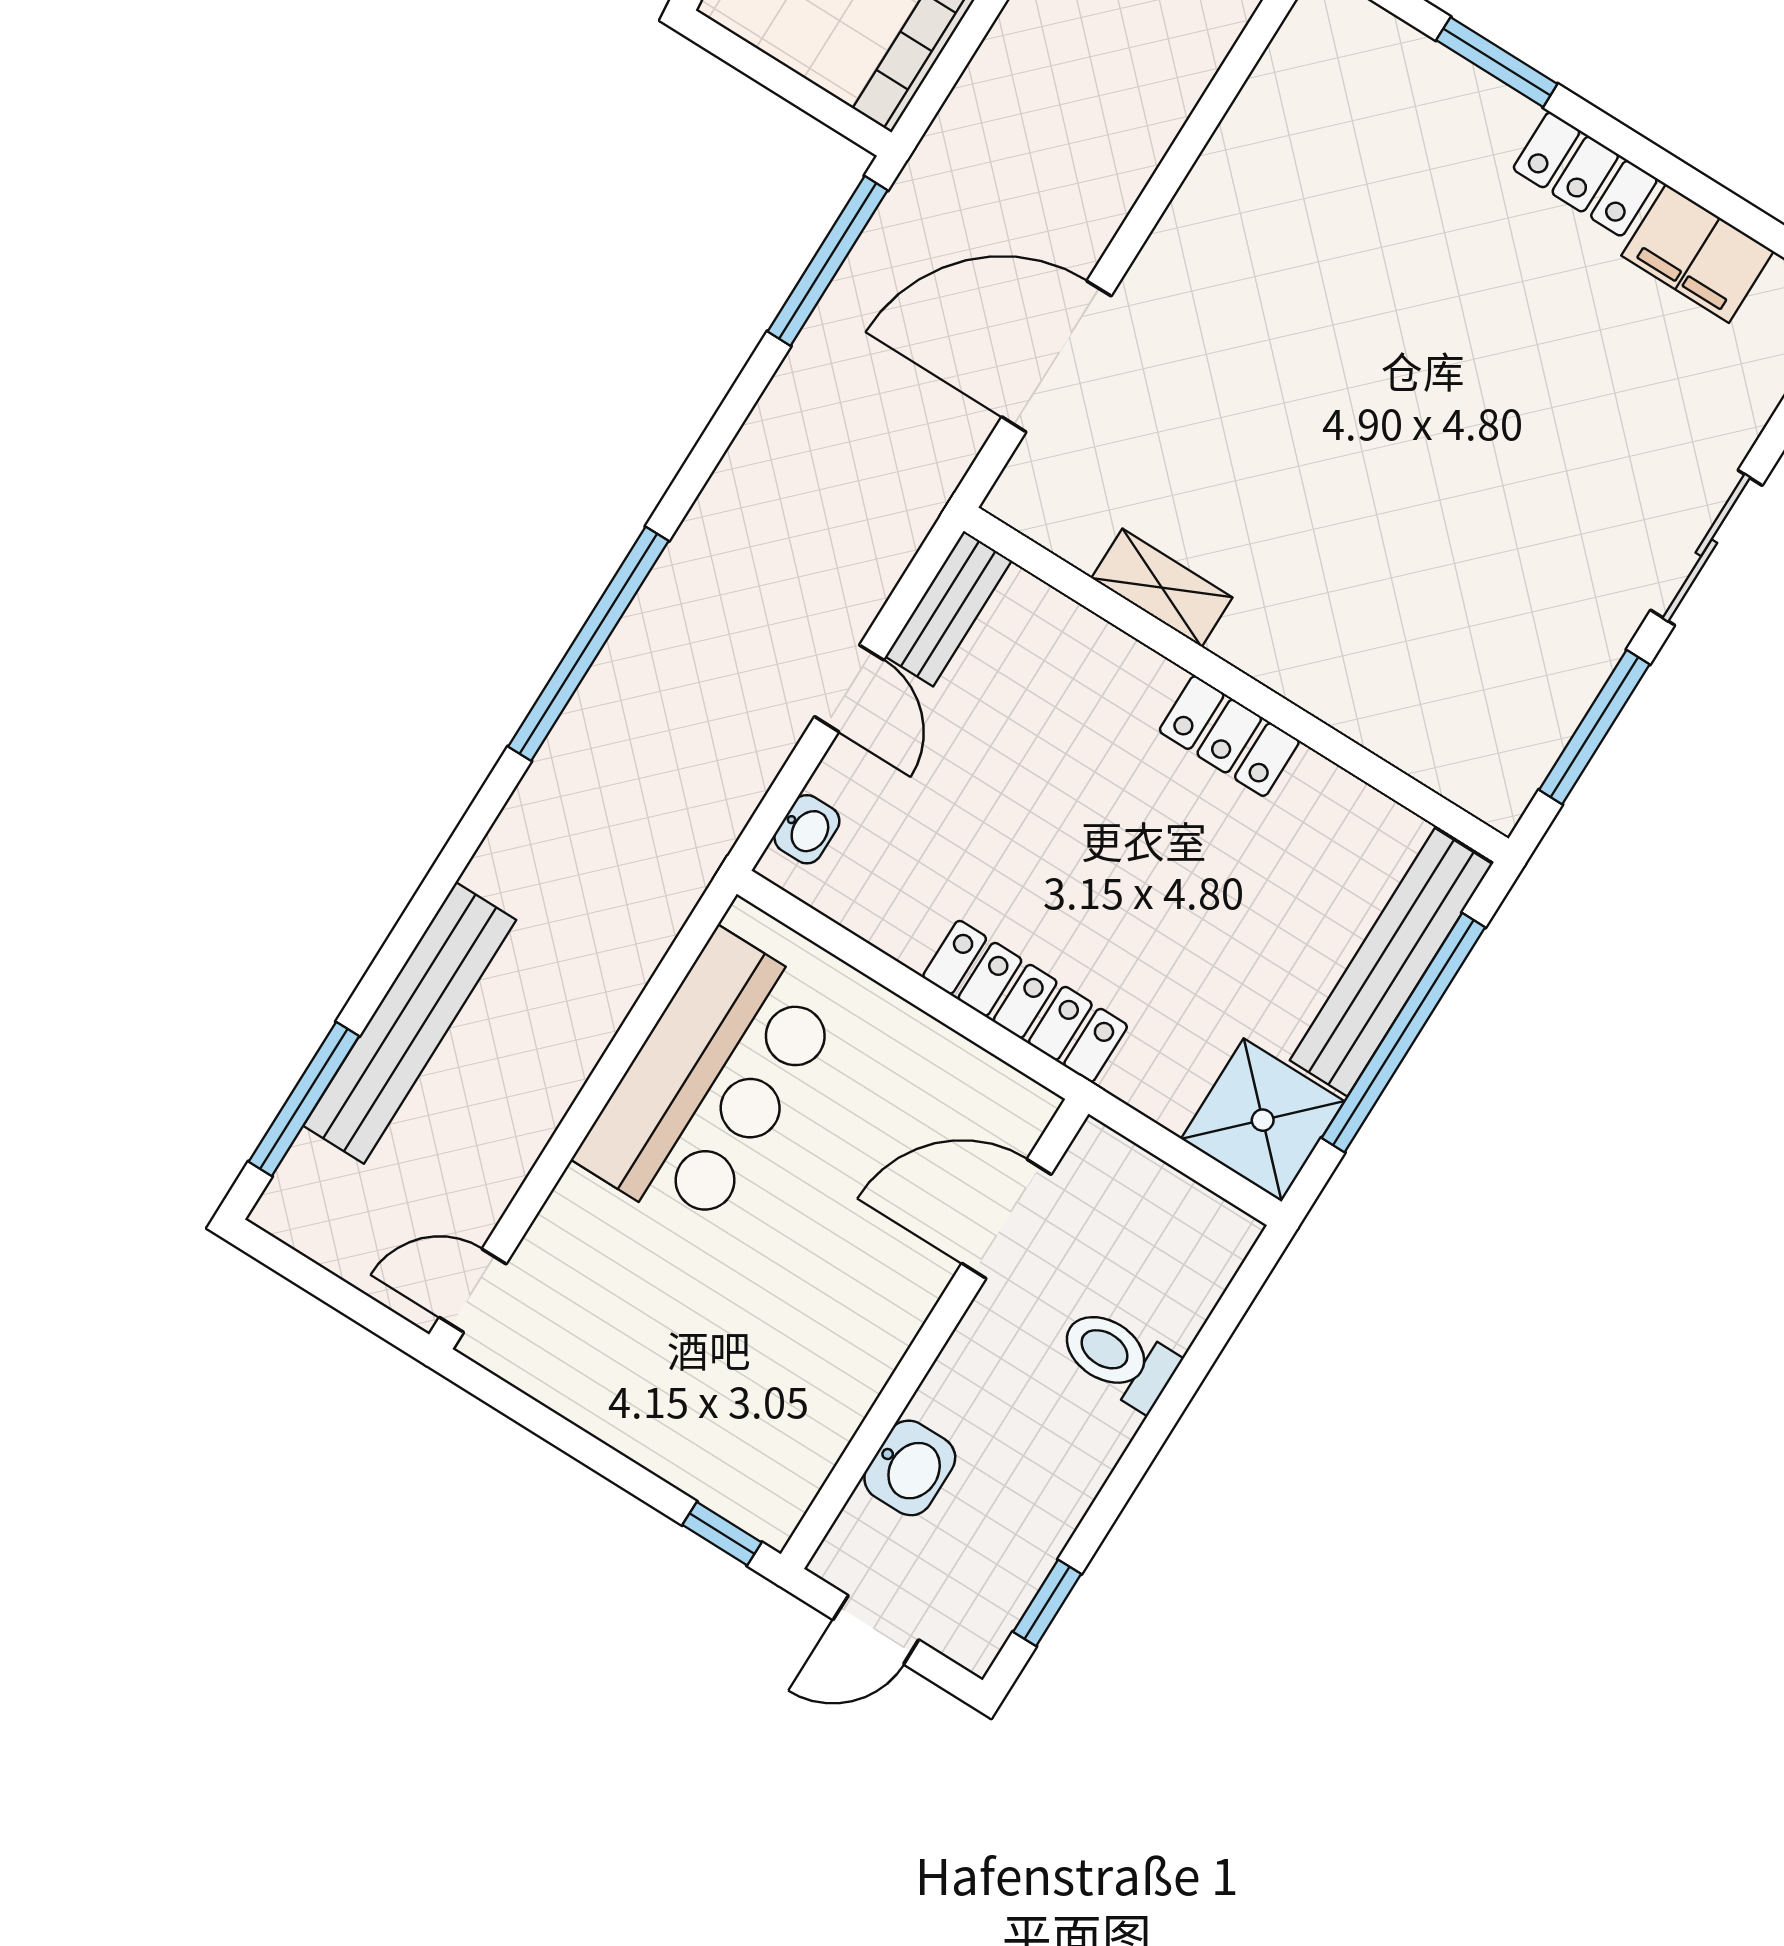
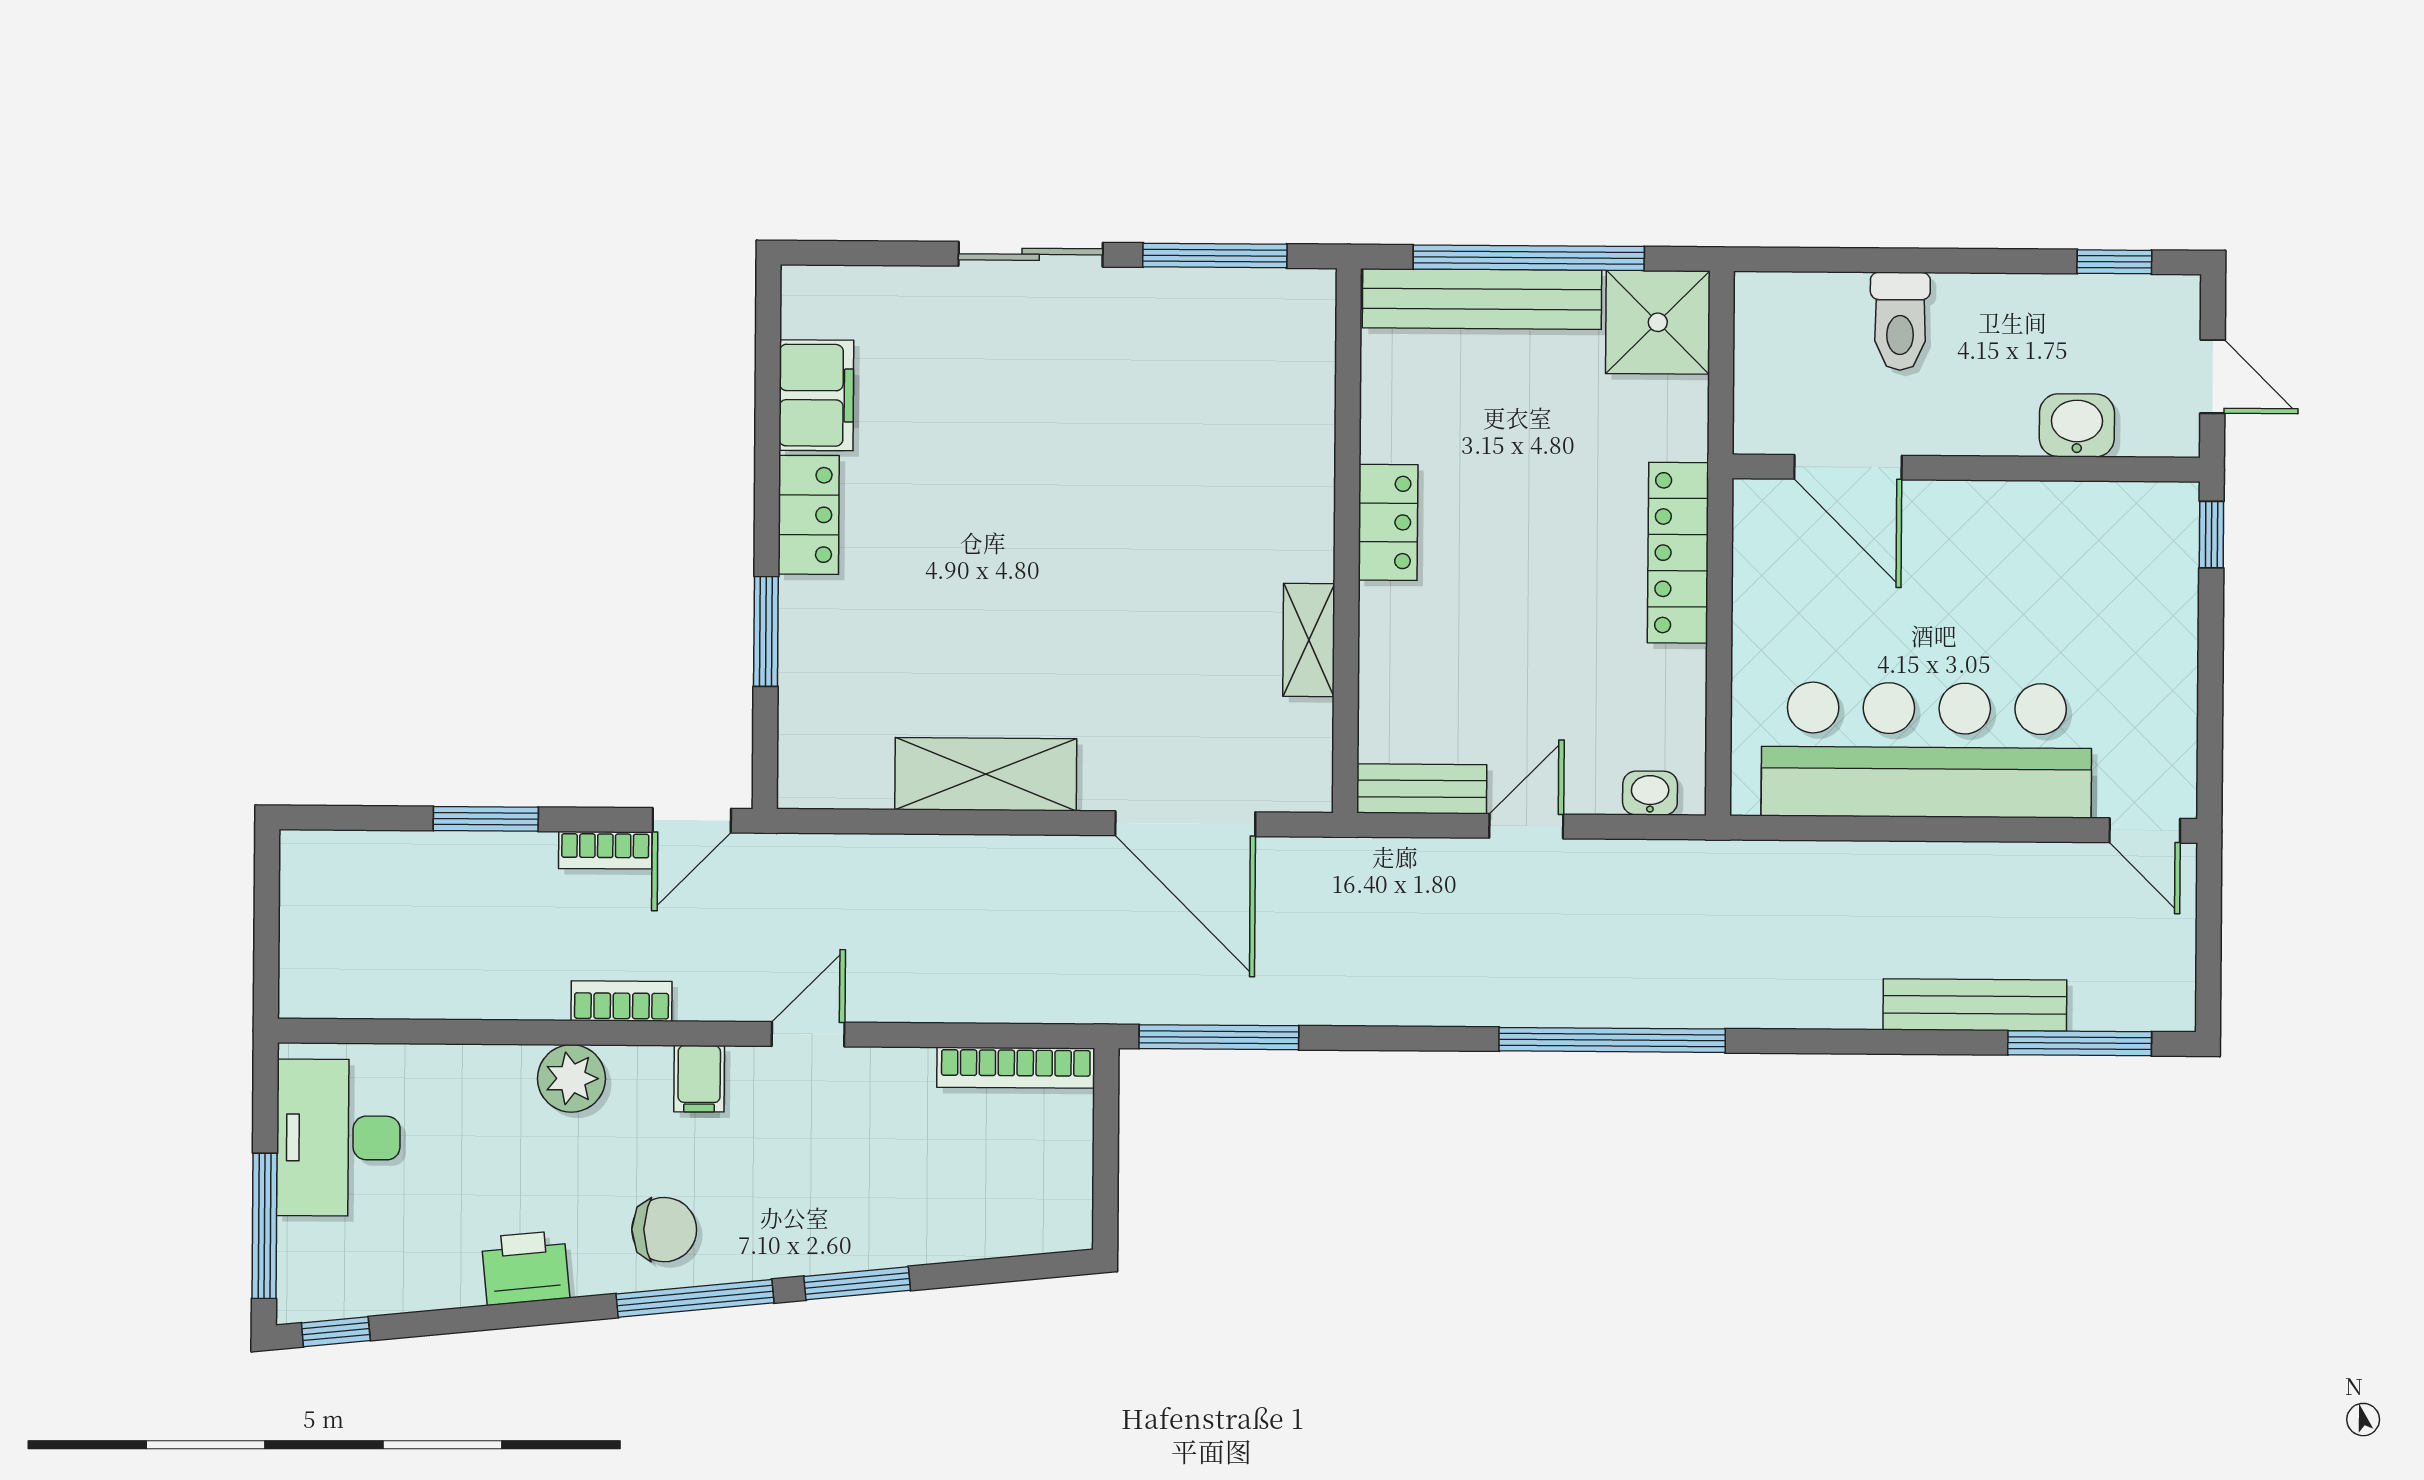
shelving: (1225, 191) -> (986, 774), added
bench: (410, 1023) -> (1975, 1005), width x0.73, depth x0.82
bar counter: (710, 1083) -> (1927, 750), width x1.36

